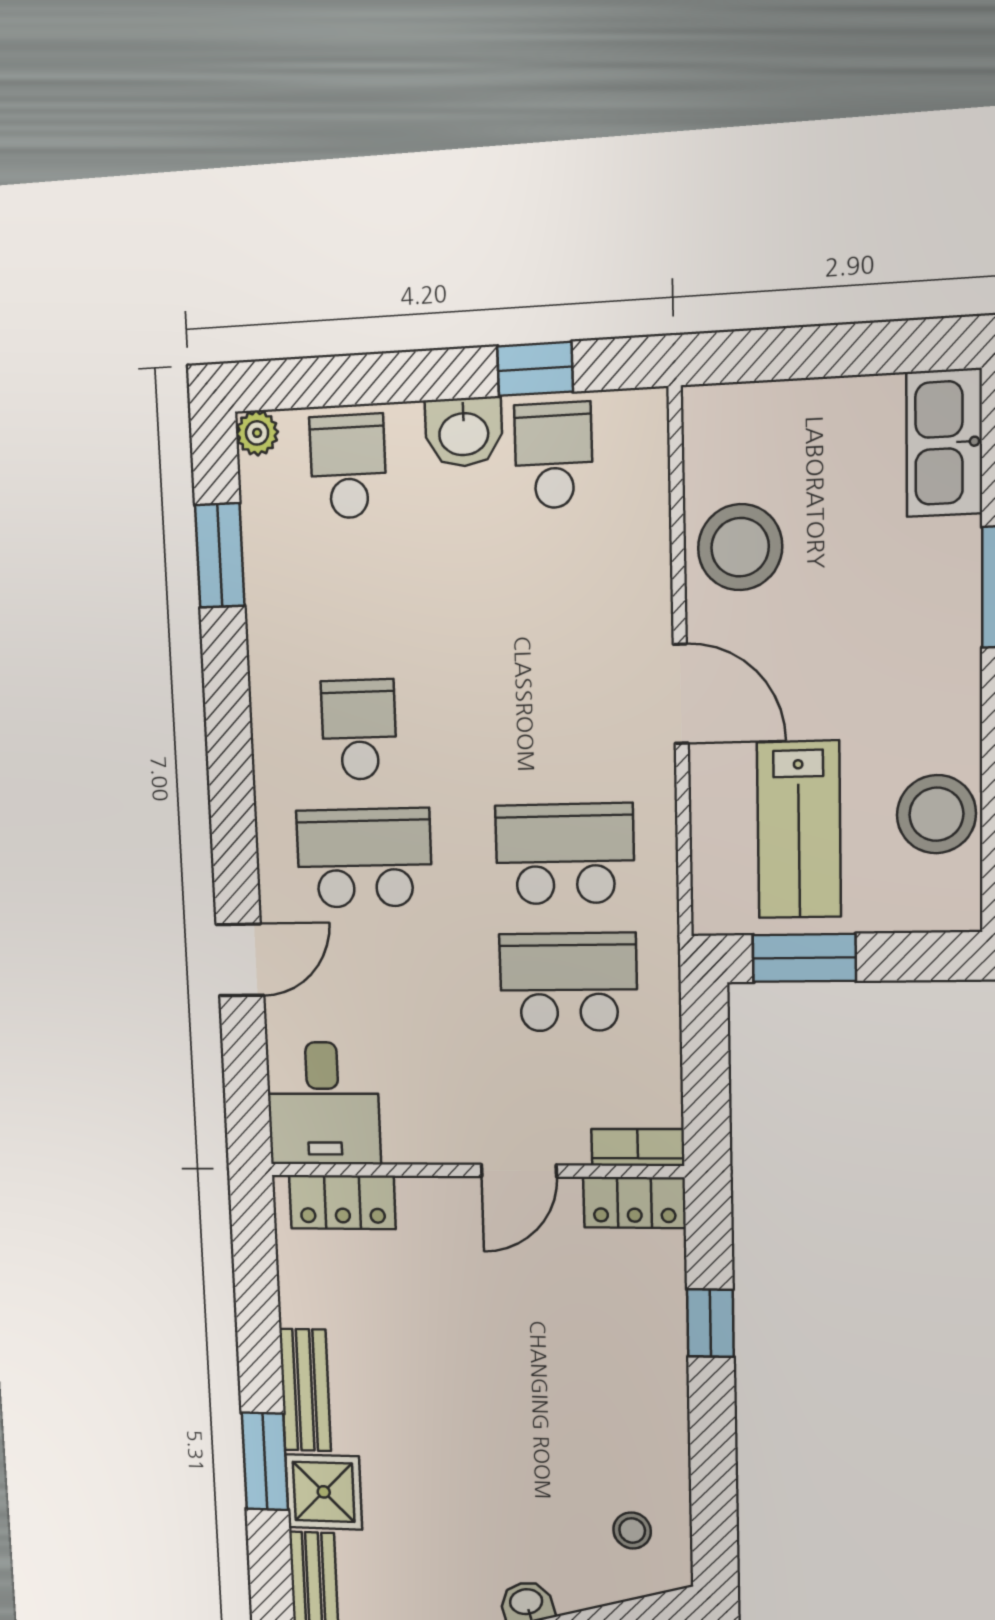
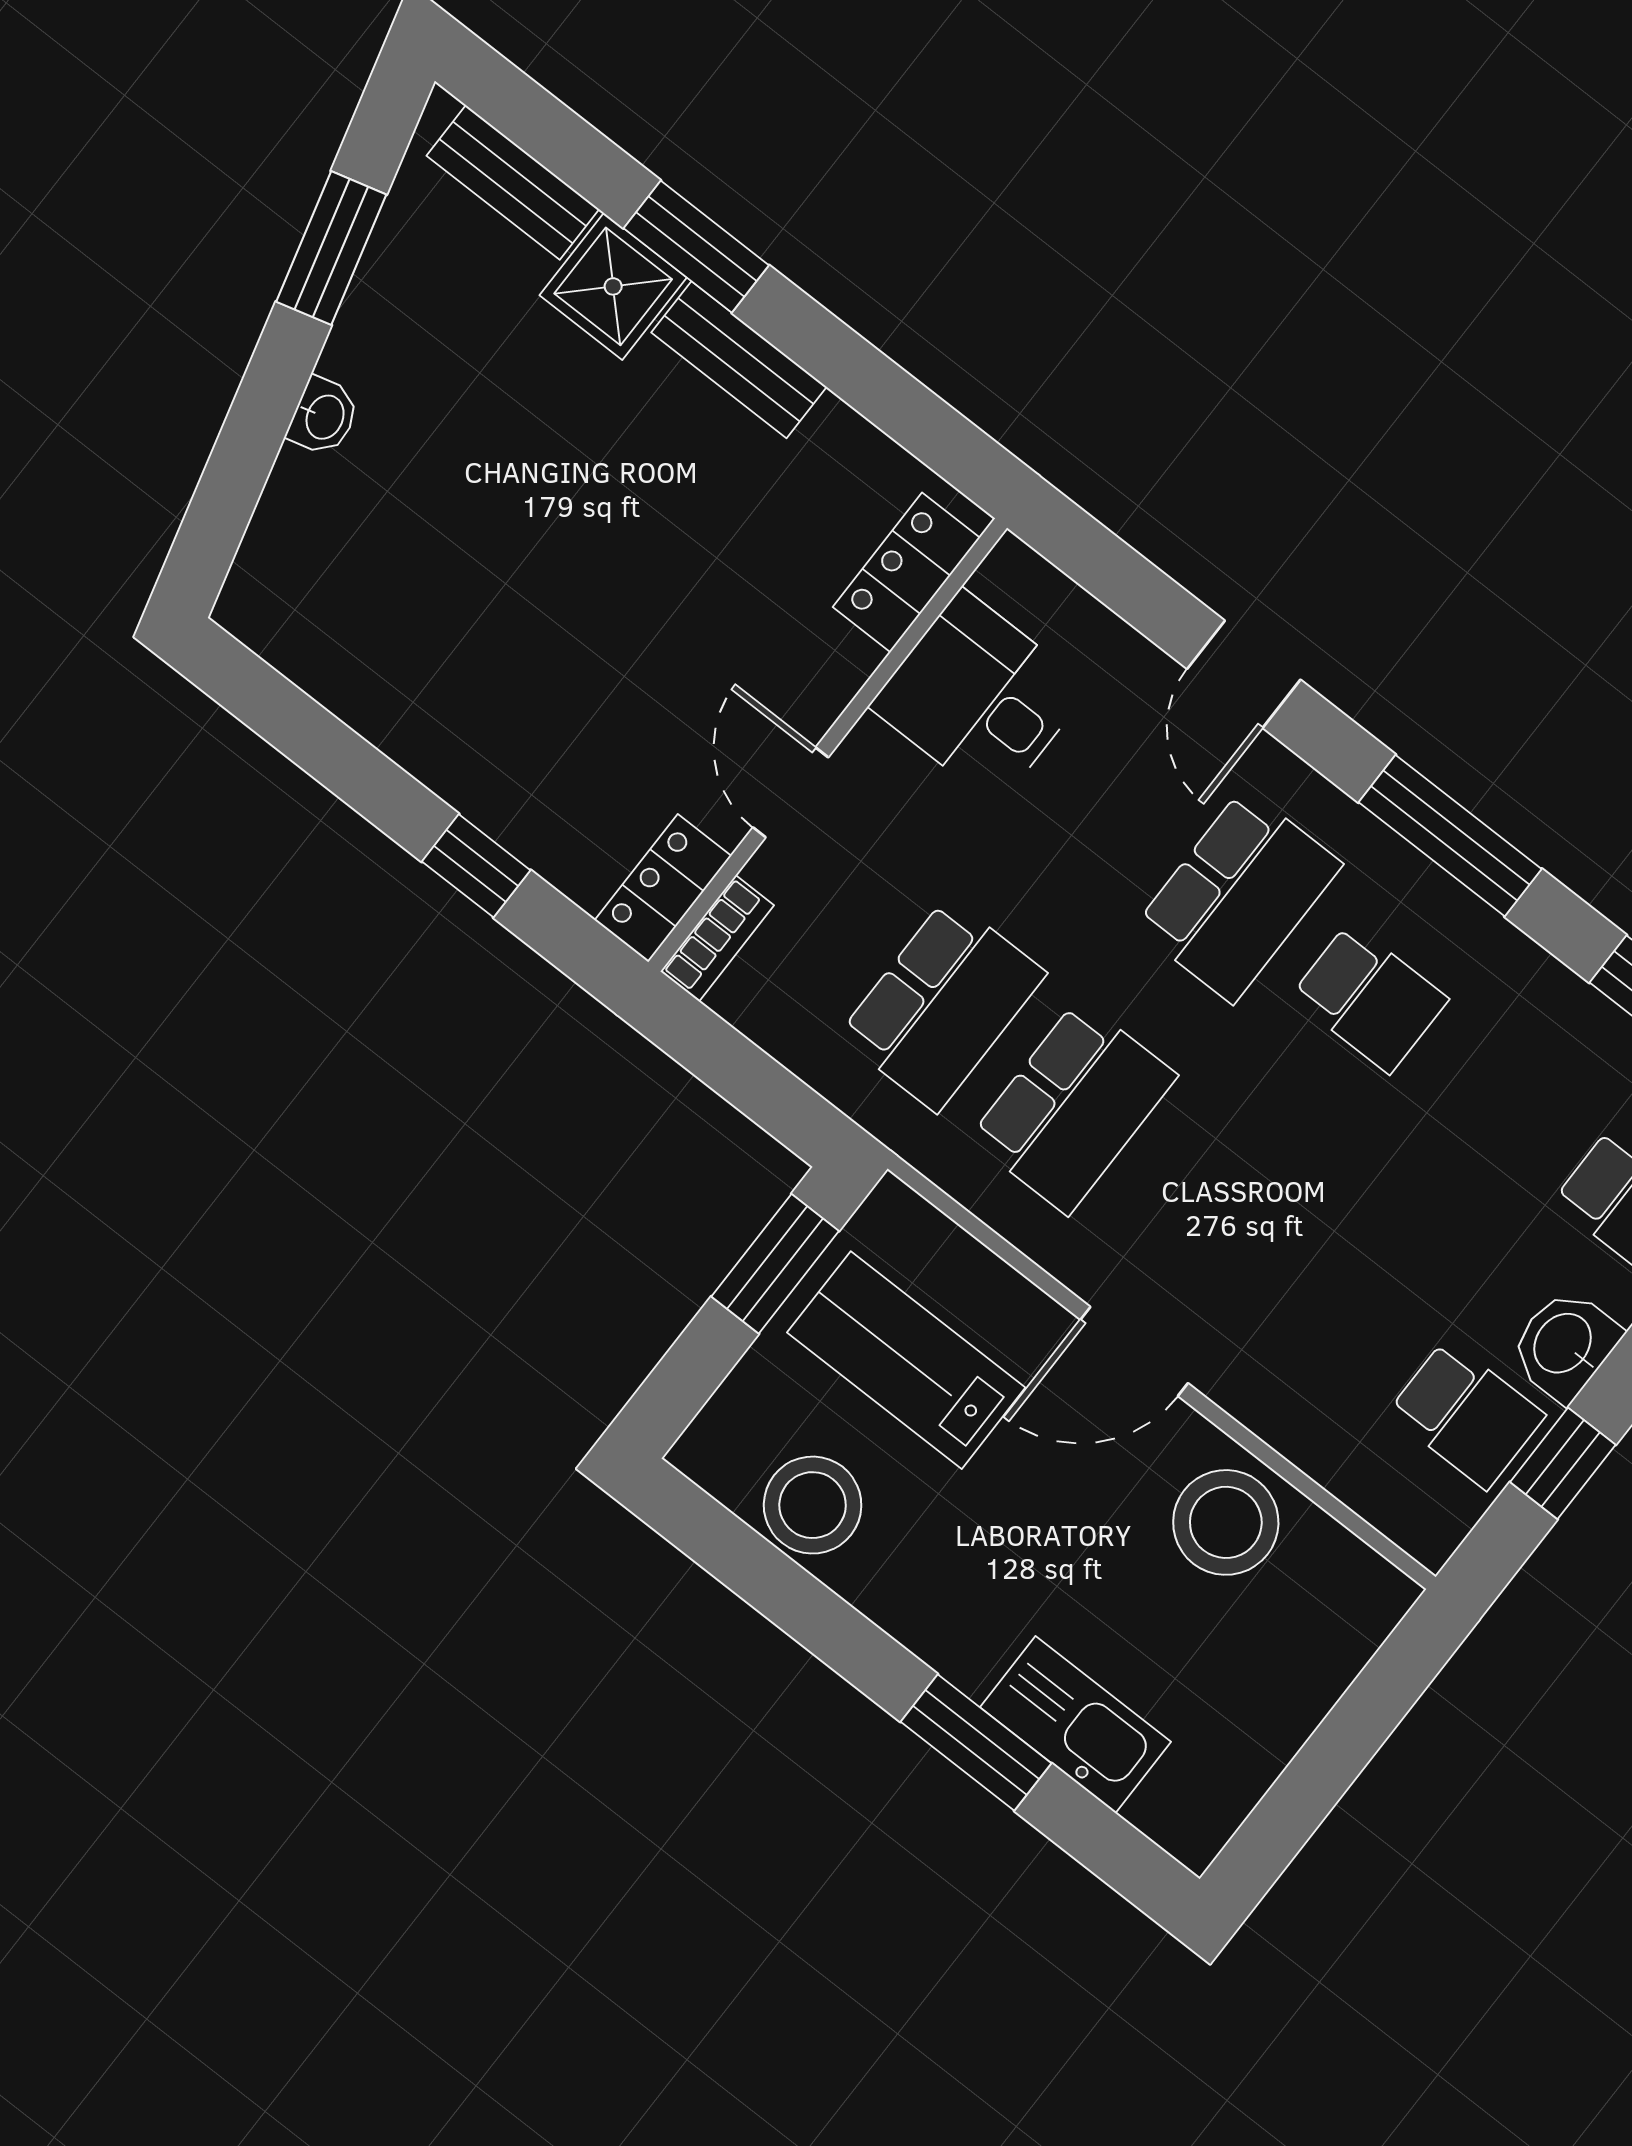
kitchen sink: (944, 443) -> (1075, 1725), moved
window: (230, 762) -> (1450, 836), added
desk: (323, 1103) -> (979, 697), moved
stool: (632, 1530) -> (317, 600), removed

